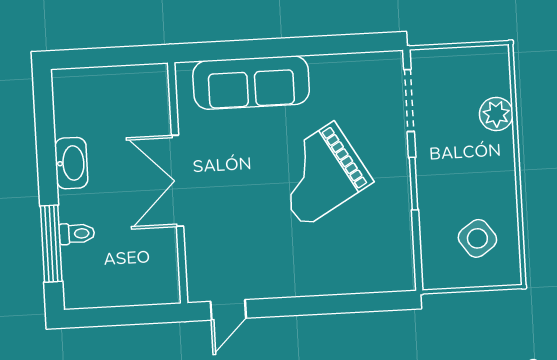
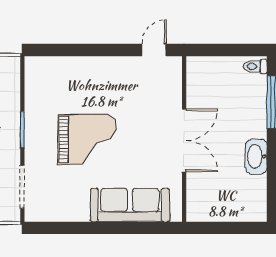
grand piano: (319, 174) -> (87, 140), turned 30
toilet: (77, 234) -> (255, 66), moved

